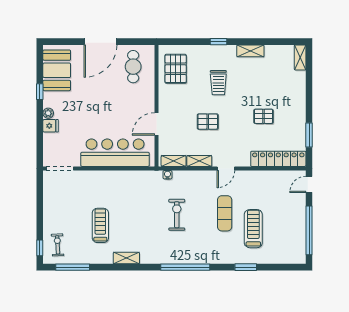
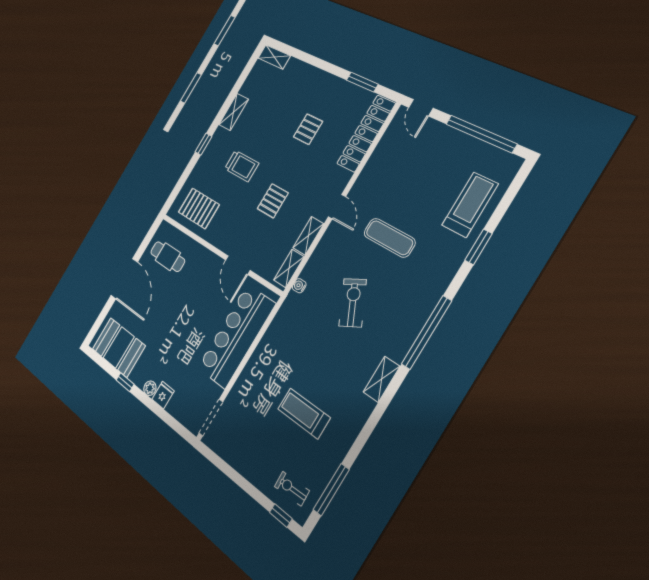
exercise bike: (177, 215) -> (353, 303), turned 63
treadmill: (253, 229) -> (470, 205), moved, turned 90
shelving: (126, 258) -> (382, 379), moved

